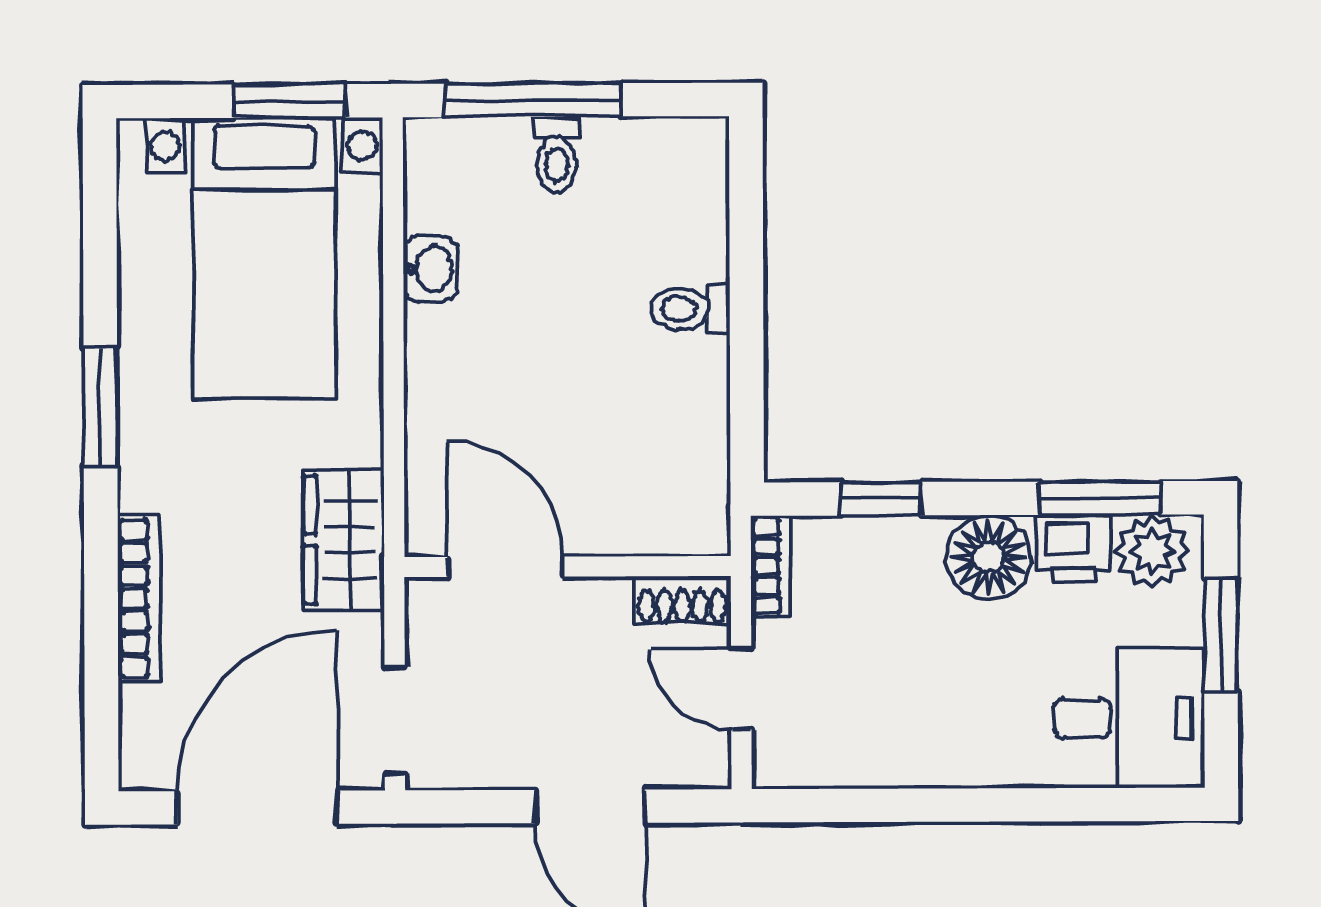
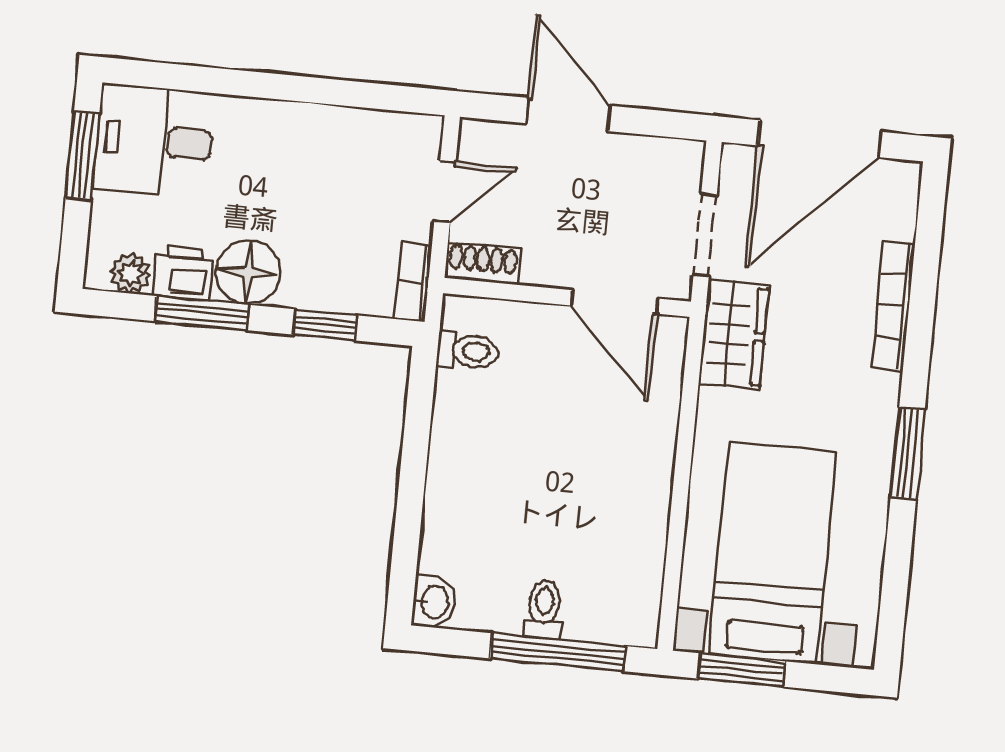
washbasin: (430, 269) -> (434, 602), moved, turned 180
toilet: (690, 309) -> (467, 351), moved
window: (1100, 498) -> (202, 313), moved
plant: (1153, 551) -> (131, 273), width x0.73, depth x0.73
window: (1221, 635) -> (83, 156), moved
door: (741, 689) -> (445, 192), hinge flipped
doorway: (395, 721) -> (705, 235), moved

